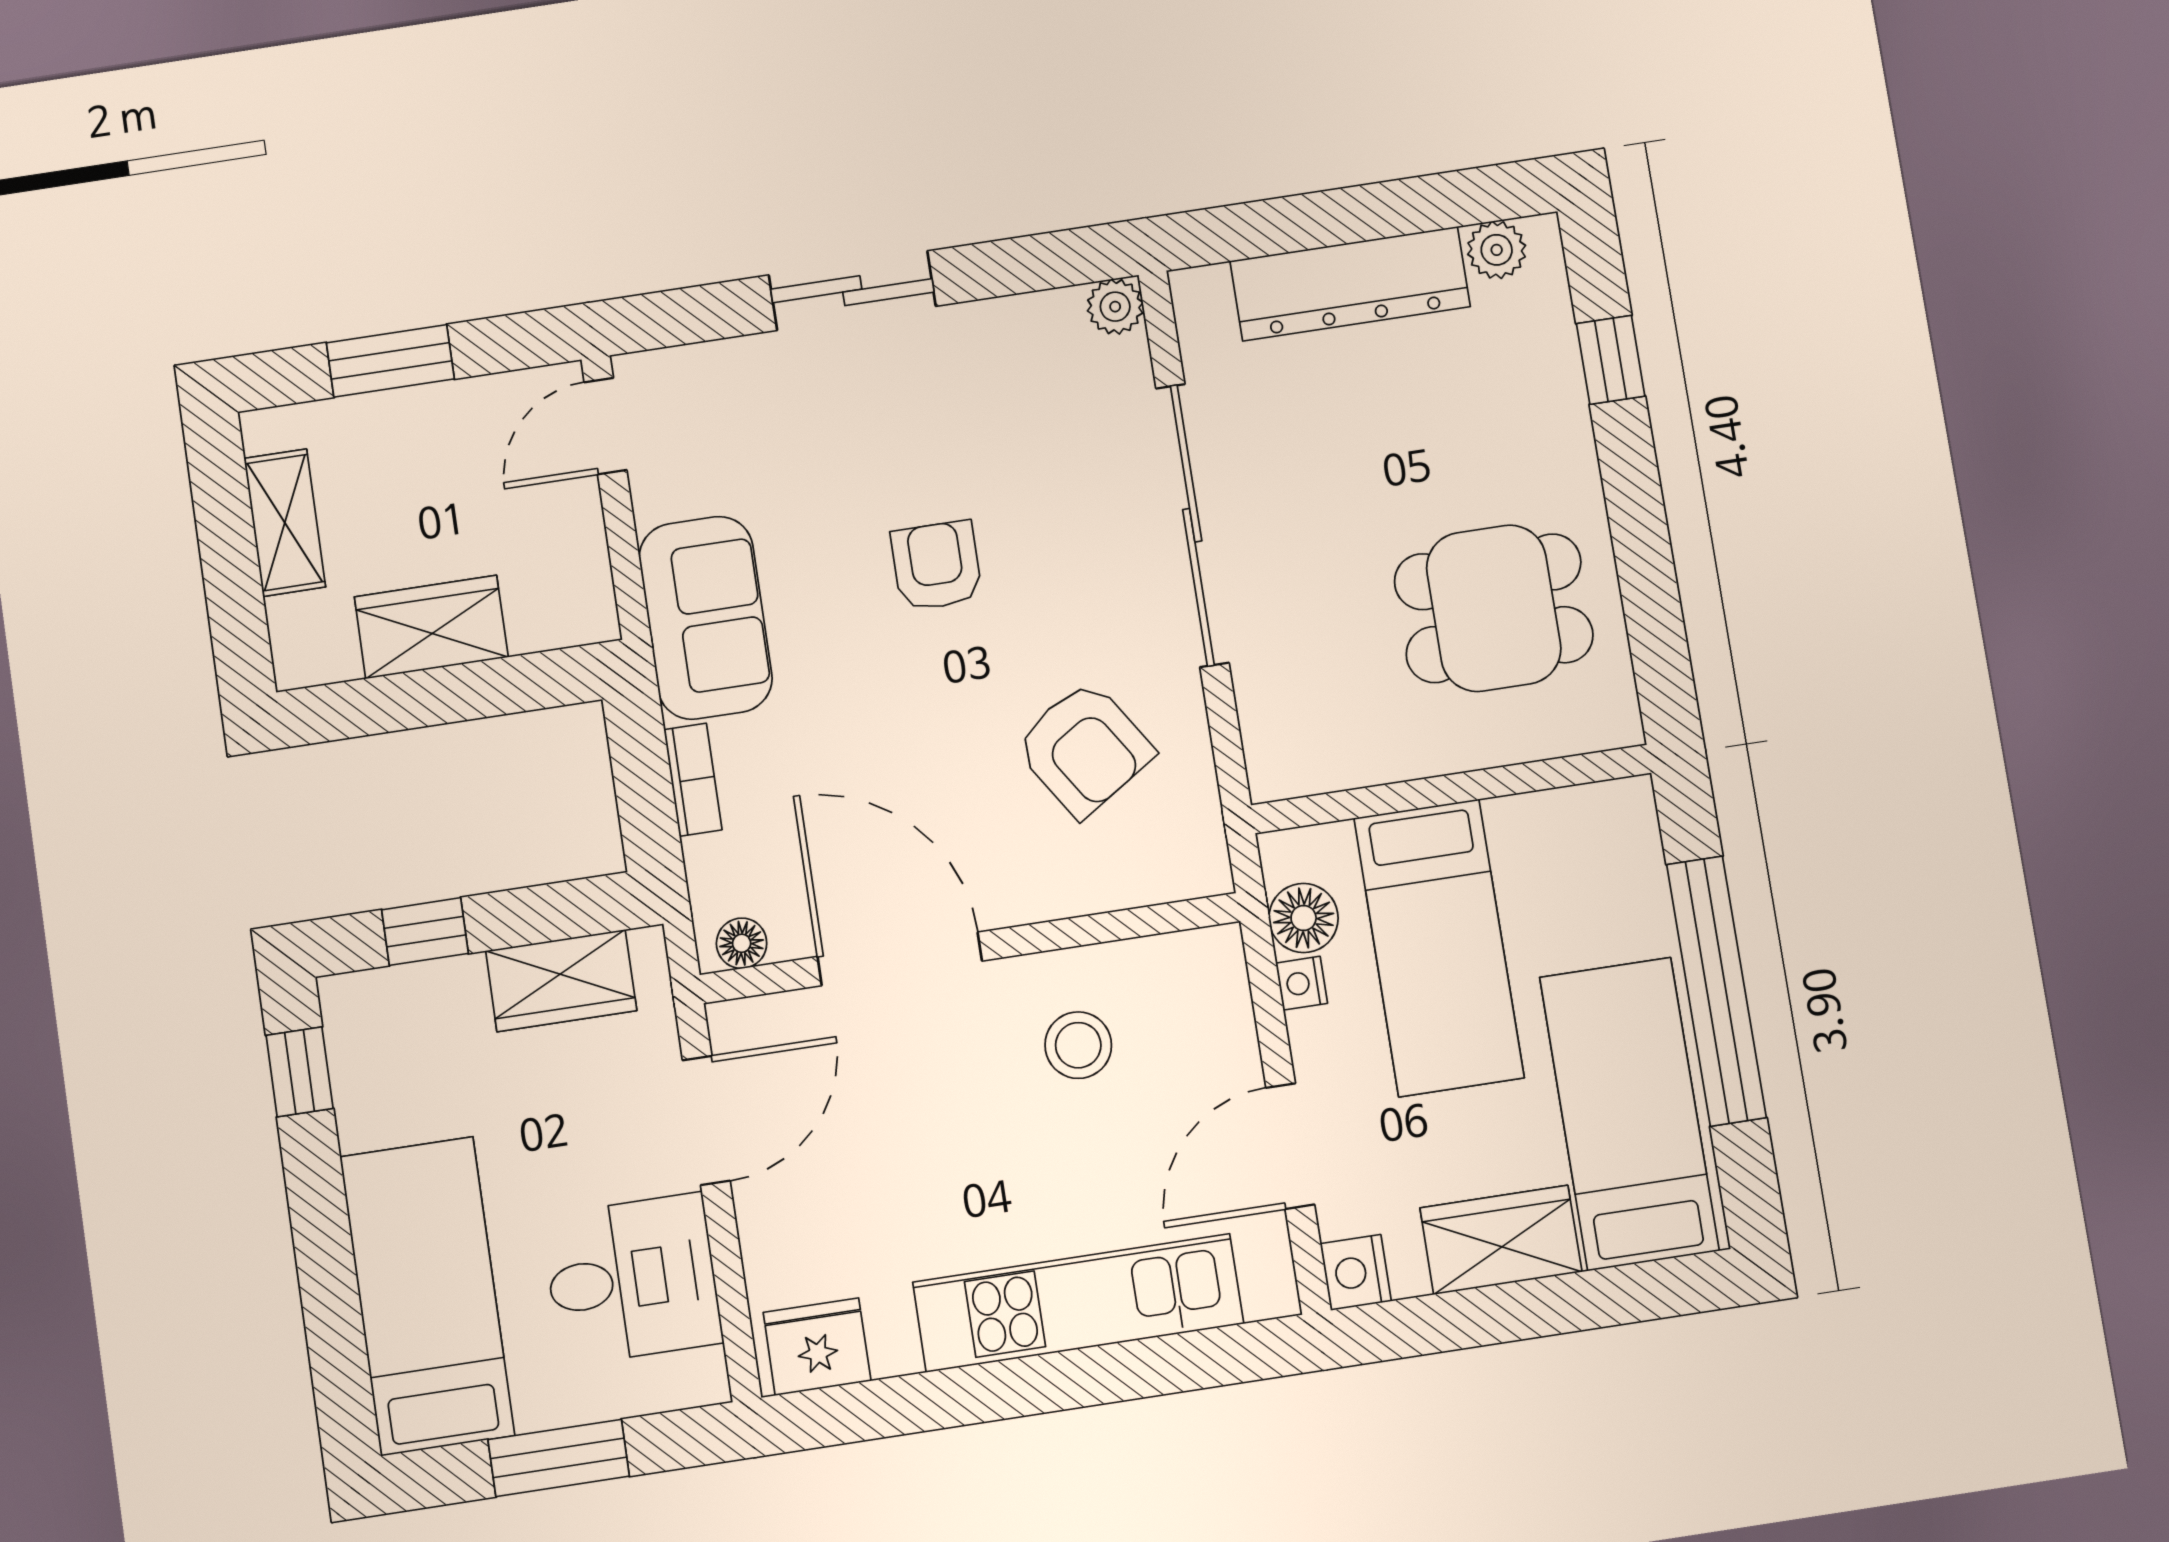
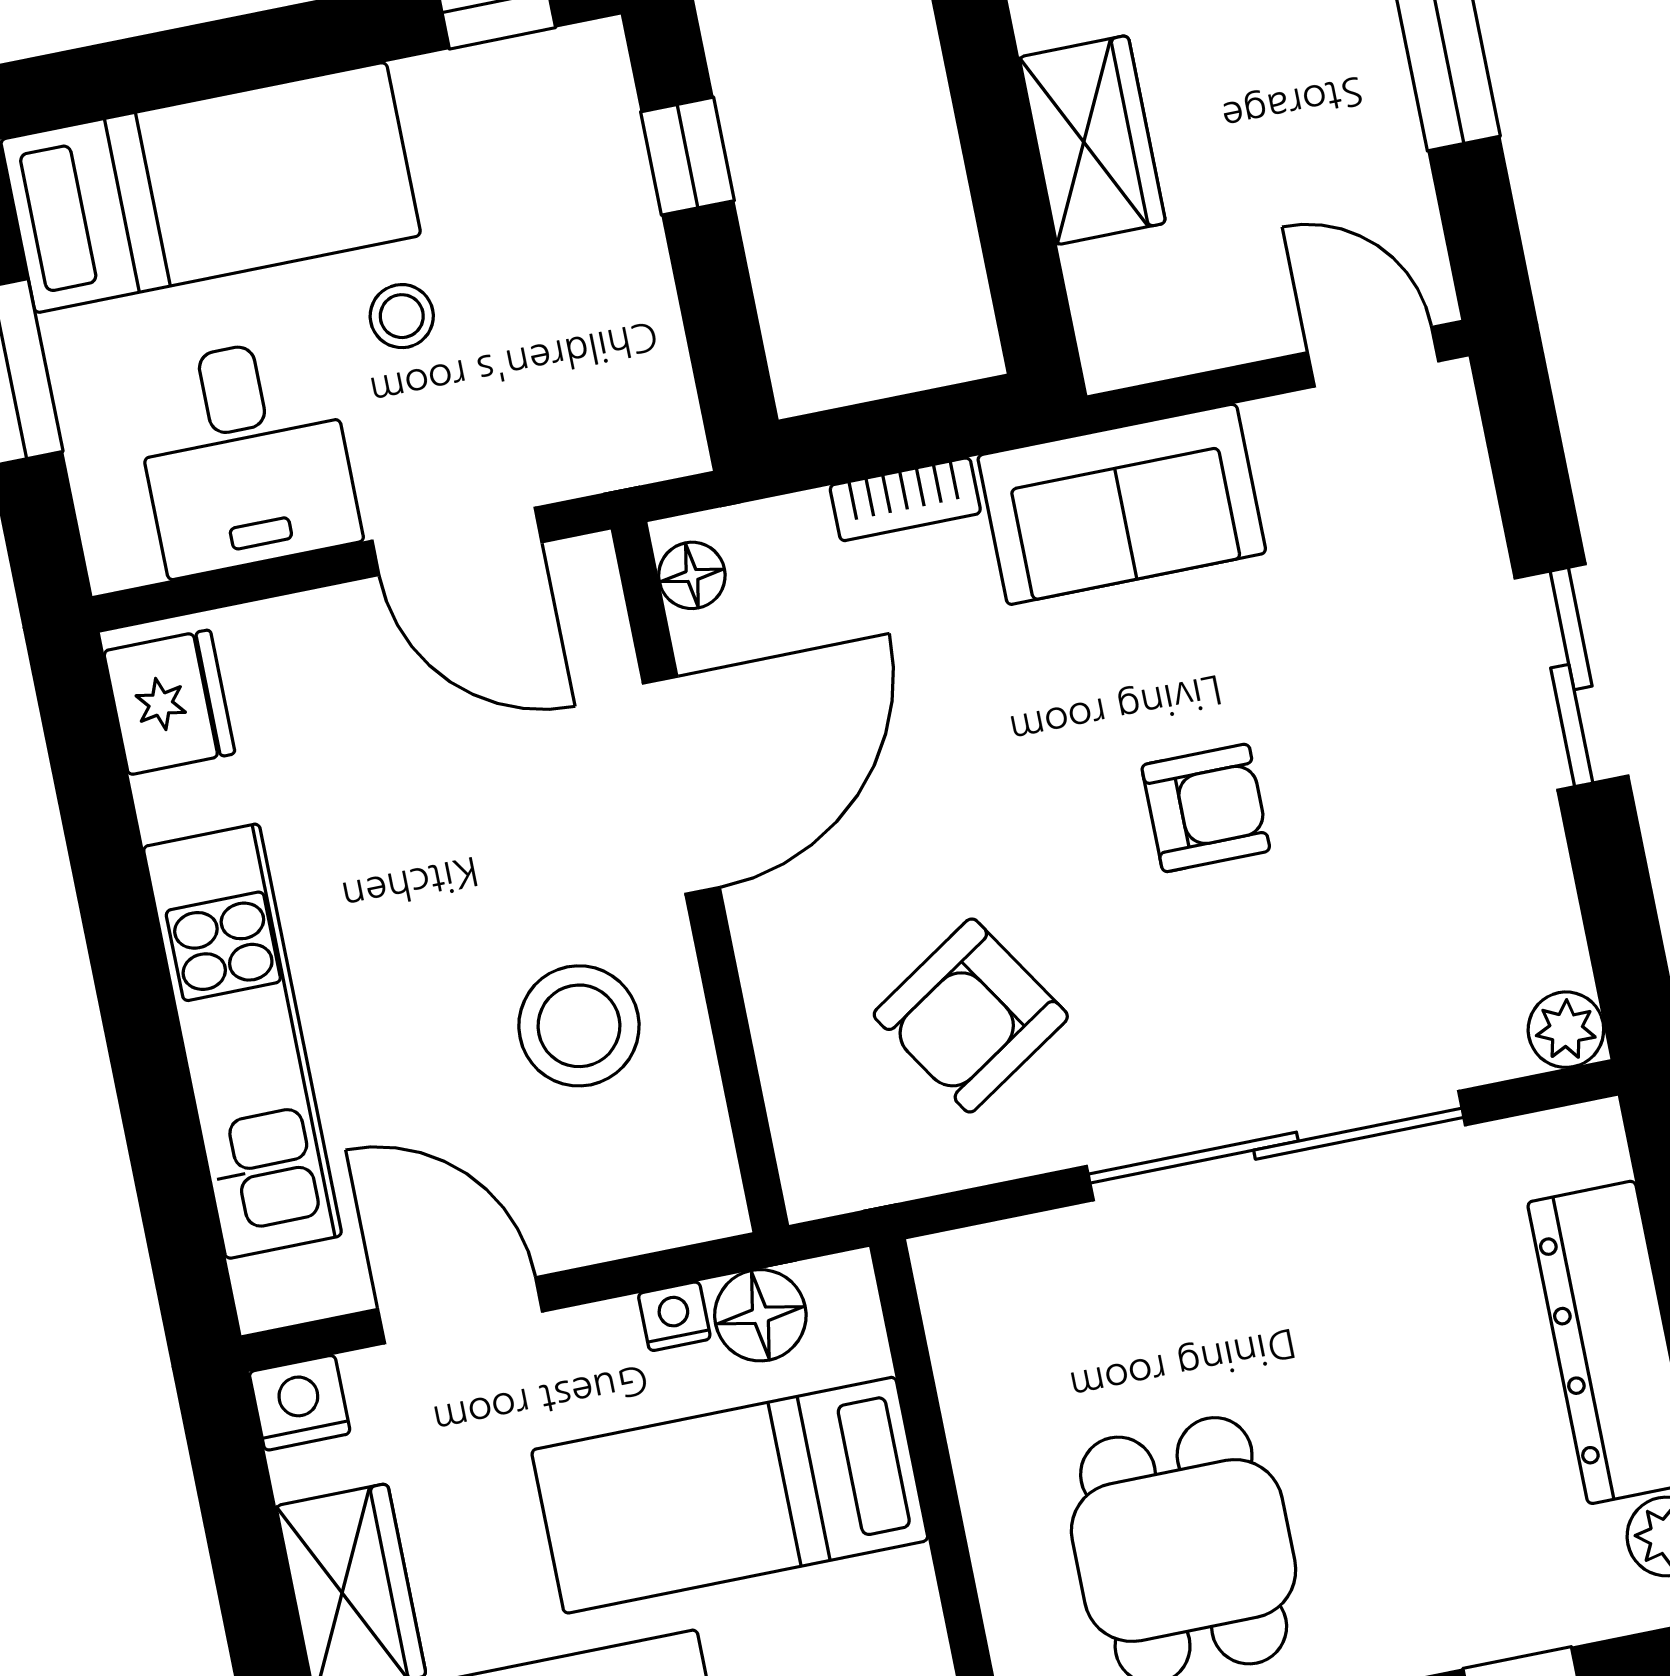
wardrobe: (561, 981) -> (631, 340), removed
stool: (1078, 1045) -> (579, 1026), width x1.38, depth x1.38
stool: (533, 1154) -> (402, 316), added

